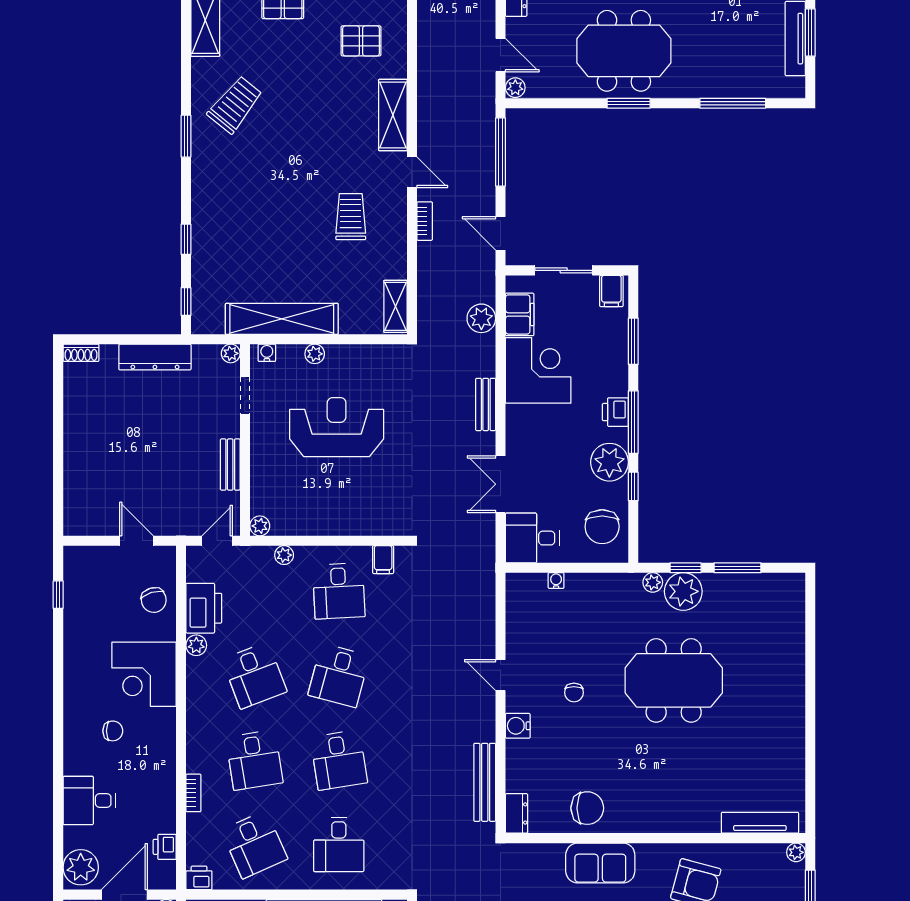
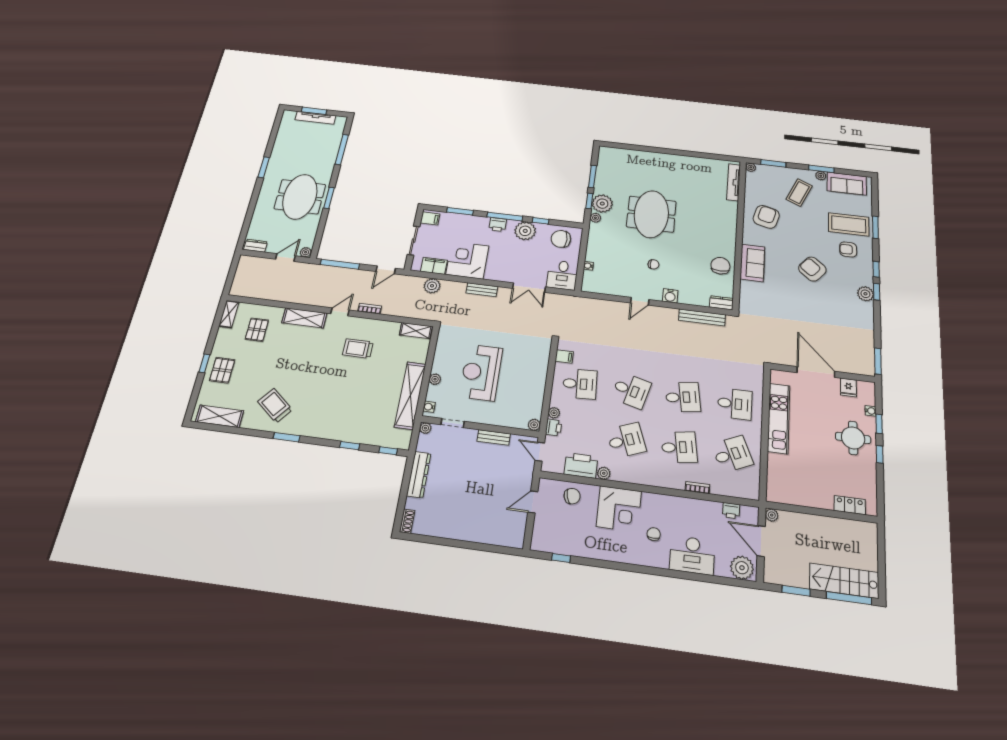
chair: (602, 527) -> (561, 239), turned 180
desk: (89, 800) -> (692, 555), width x1.37
printer: (199, 878) -> (554, 427), moved, turned 180

